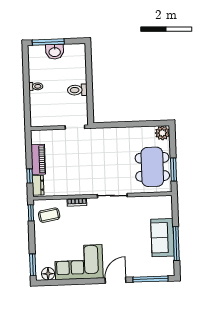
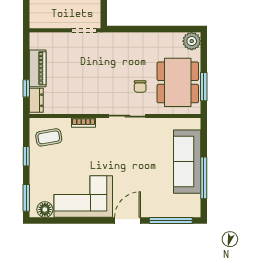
chair: (122, 171) -> (140, 86), added
window: (31, 213) -> (26, 156), moved
sofa: (162, 238) -> (187, 162), width x1.36

